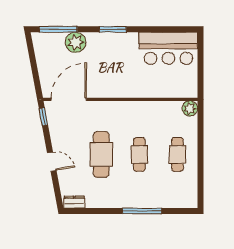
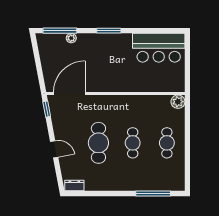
plant: (76, 42) -> (71, 38), width x0.53, depth x0.53
window: (142, 211) -> (153, 193), moved

